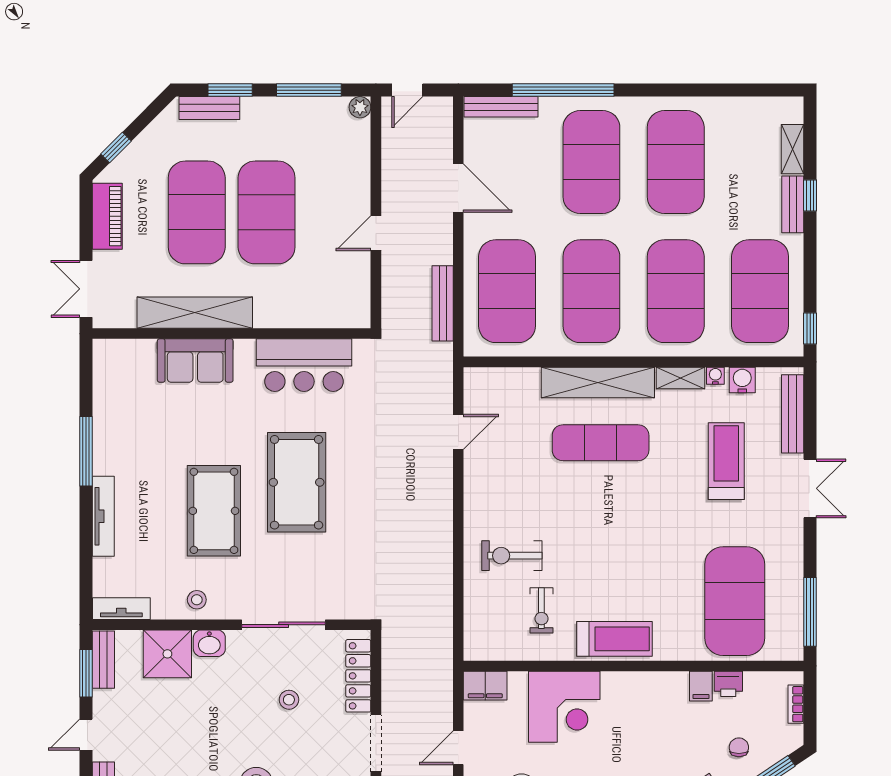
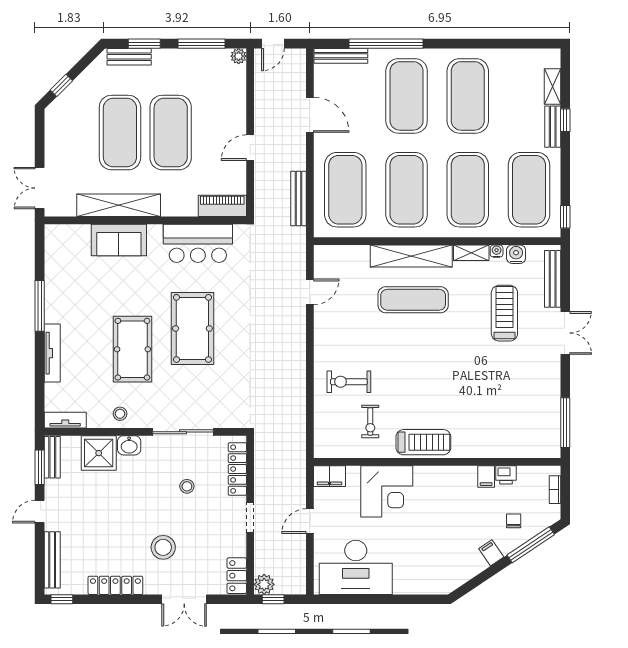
piano: (107, 216) -> (222, 206), moved, turned -90
exercise mat: (735, 601) -> (511, 415), removed
doorway: (376, 743) -> (250, 518), width x0.73

